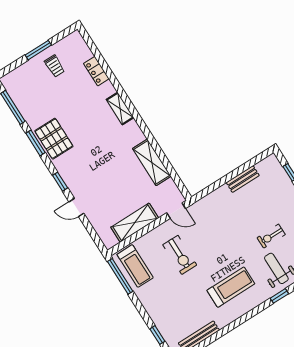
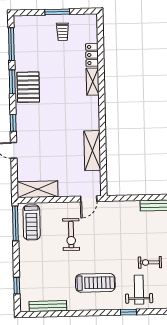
shelving: (120, 109) -> (93, 82), moved
door: (176, 211) -> (89, 199), hinge flipped
shelving: (135, 223) -> (38, 189), moved

